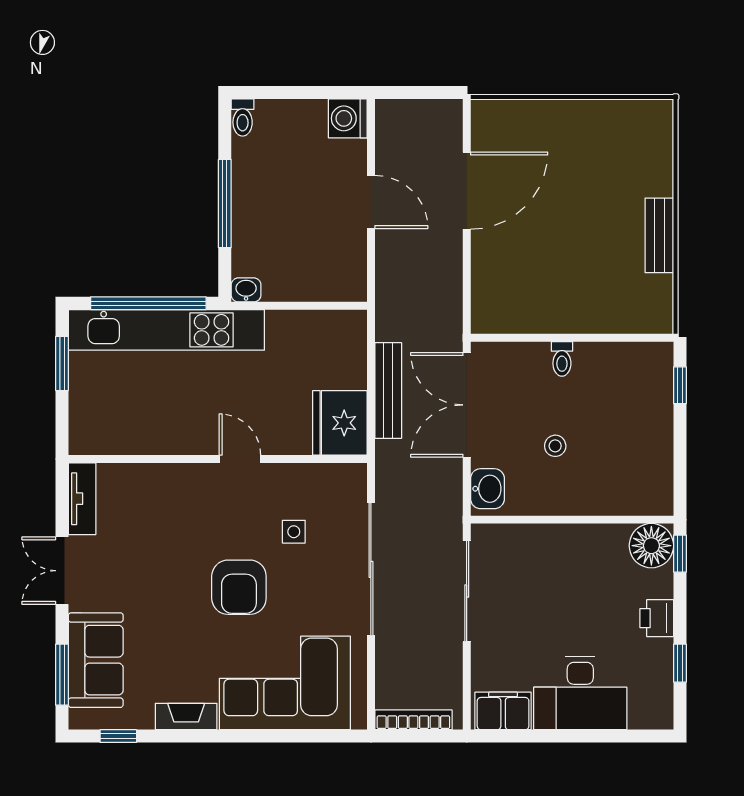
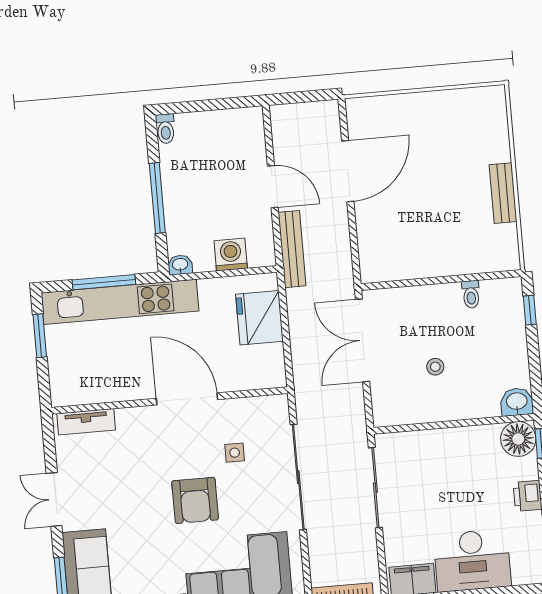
washing machine: (348, 118) -> (231, 255), moved, turned 90
window: (148, 303) -> (104, 282), width x0.68
toilet: (562, 359) -> (471, 294), moved
bench: (388, 391) -> (292, 249), moved
fridge: (340, 423) -> (259, 318), moved
door: (240, 459) -> (187, 399), width x1.88
washbasin: (487, 489) -> (517, 402), moved, turned -90
tv unit: (82, 499) -> (86, 422), moved, turned 90

